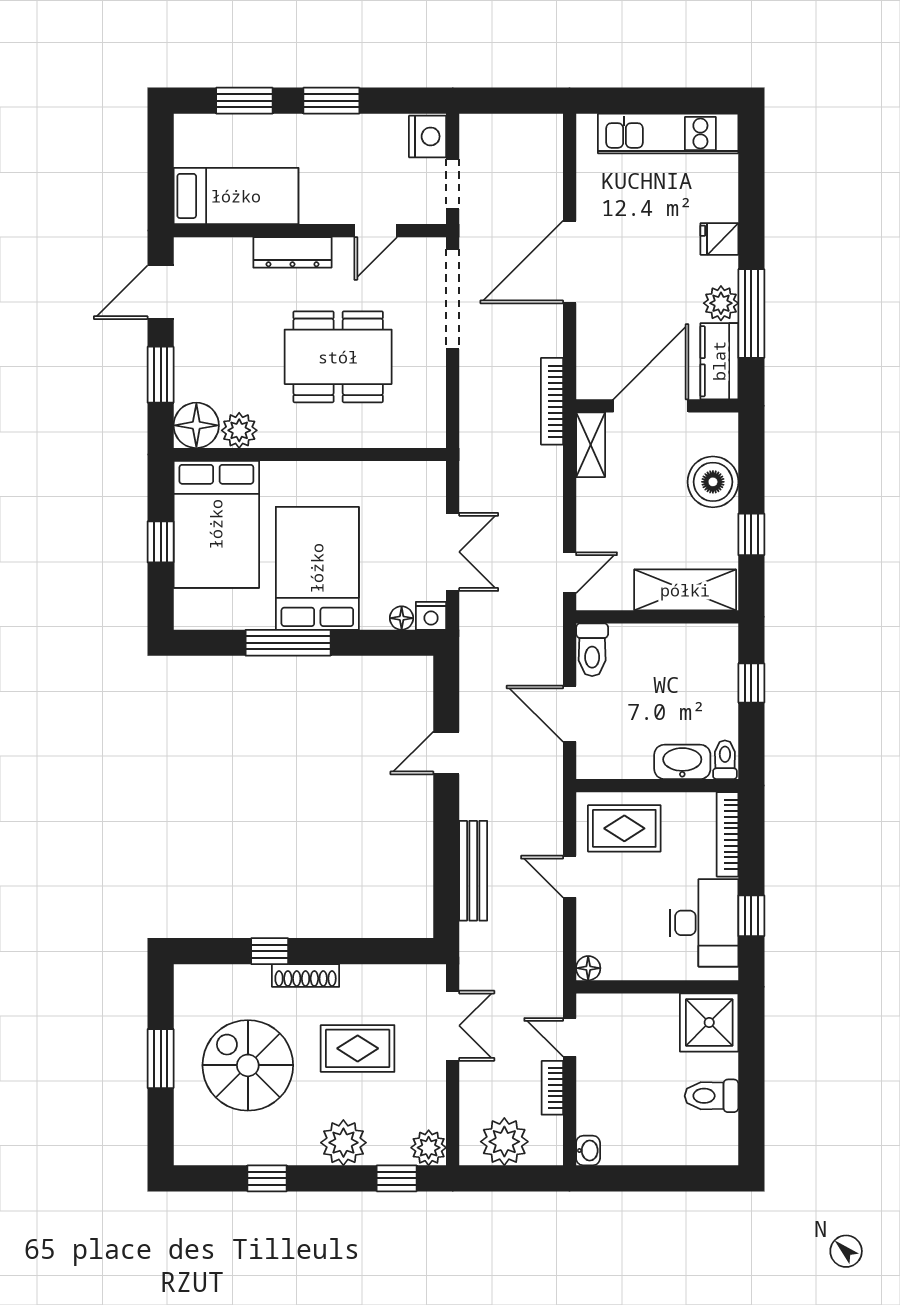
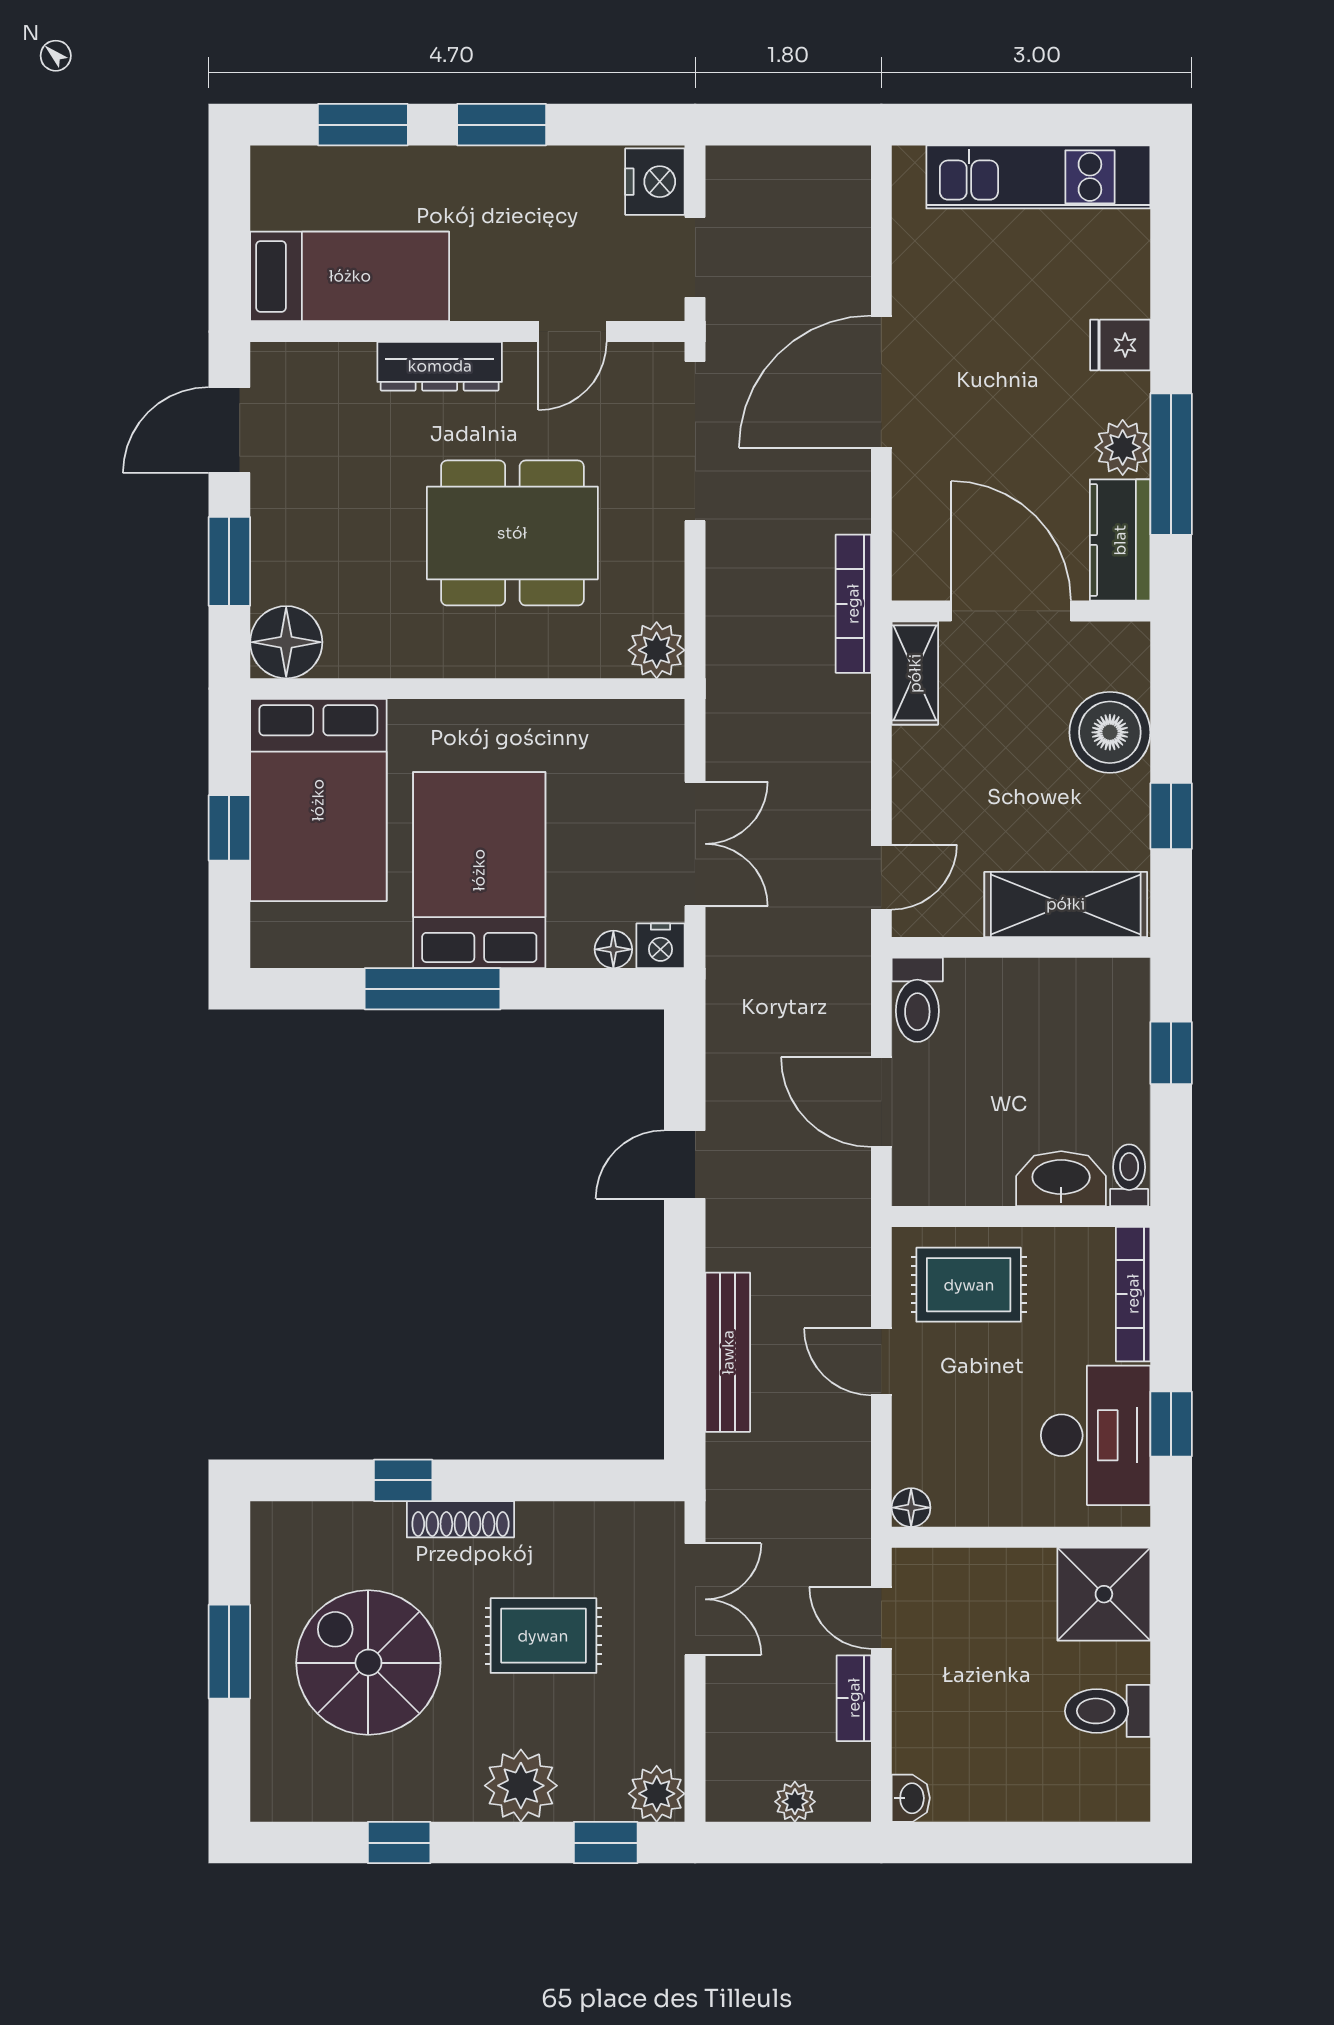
door: (651, 406) -> (1011, 611), hinge flipped
plant: (239, 430) -> (657, 650), moved
plant: (504, 1142) -> (795, 1802), width x0.53, depth x0.53

